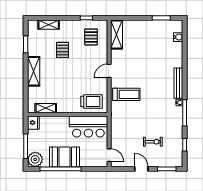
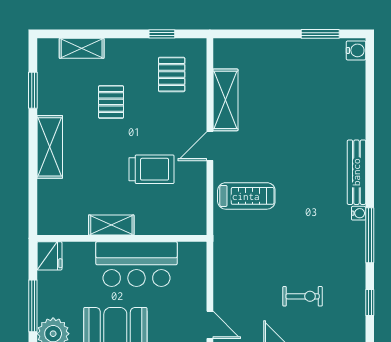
shelving: (116, 34) -> (225, 100), moved
water cooler: (178, 37) -> (356, 50), moved
trolley: (91, 101) -> (151, 169), moved
shelving: (46, 108) -> (111, 225), moved
bar counter: (88, 127) -> (136, 264), moved

